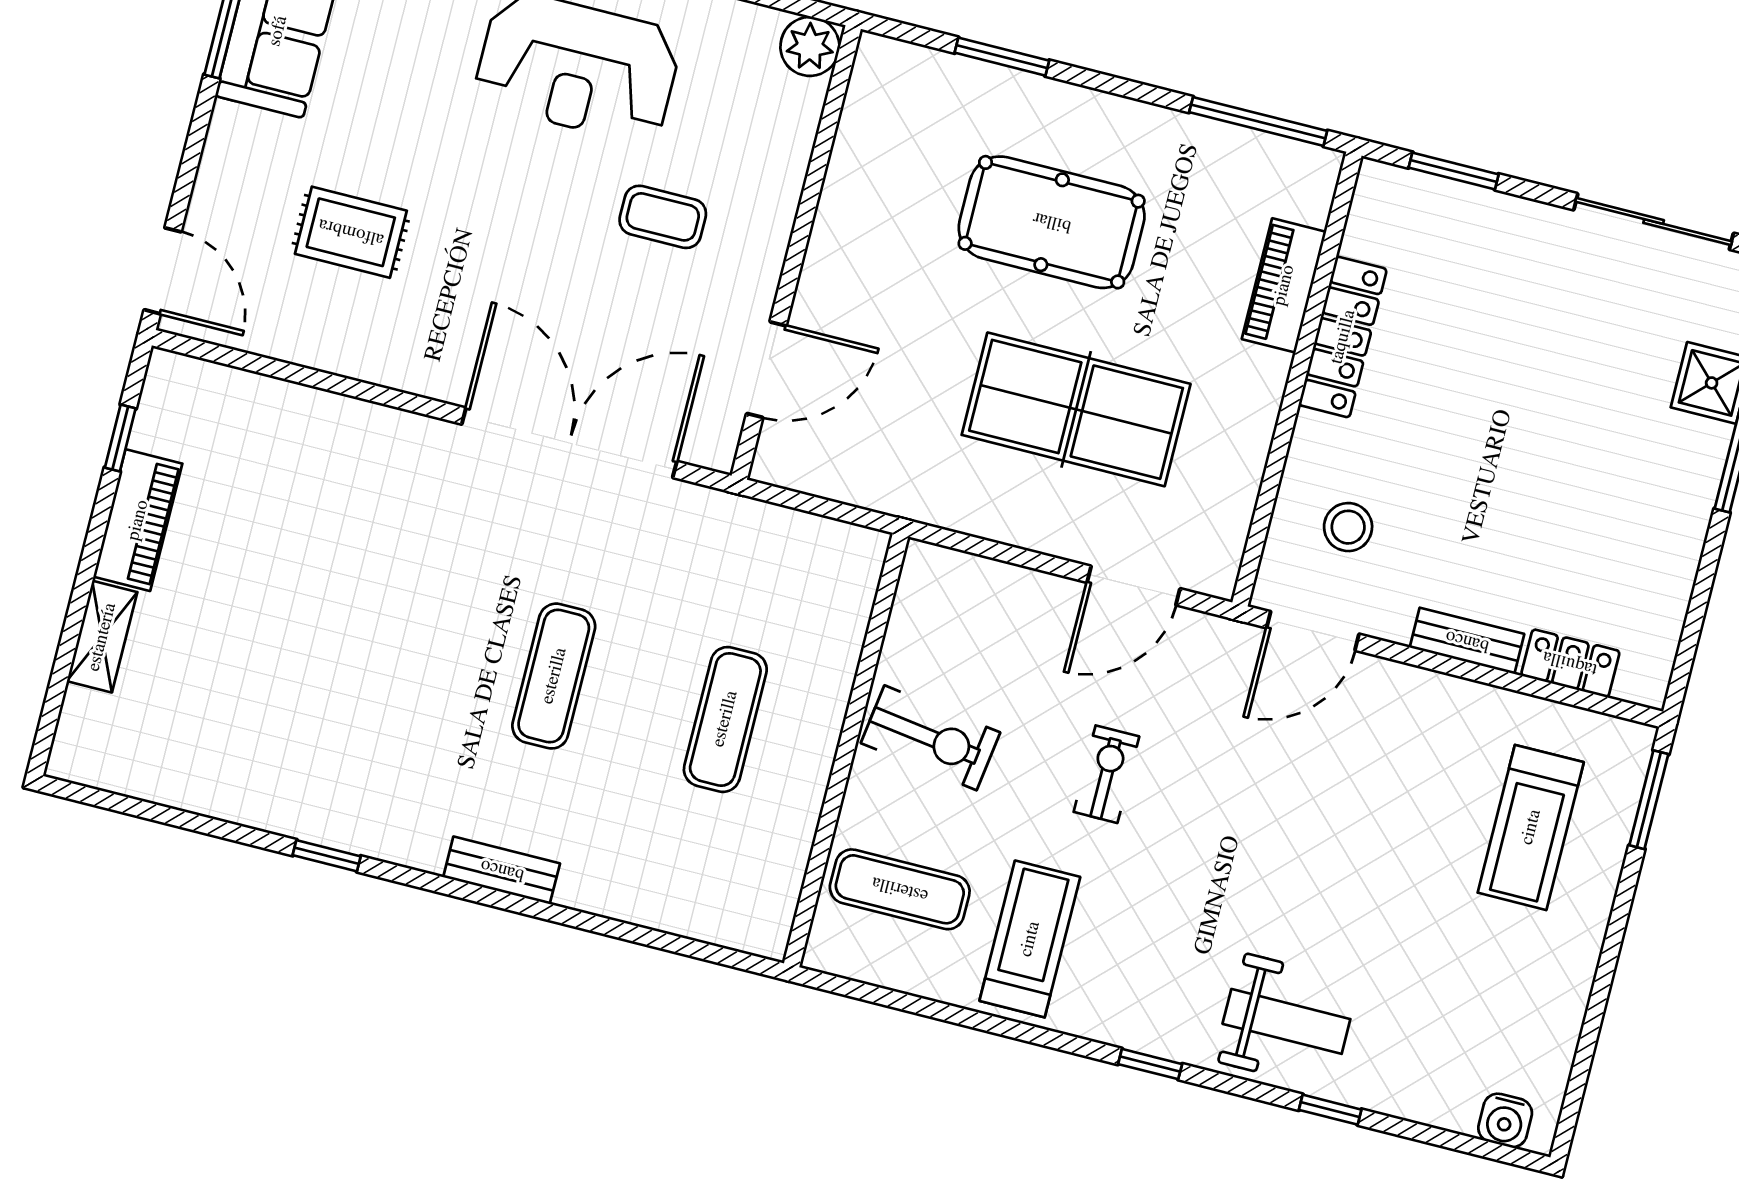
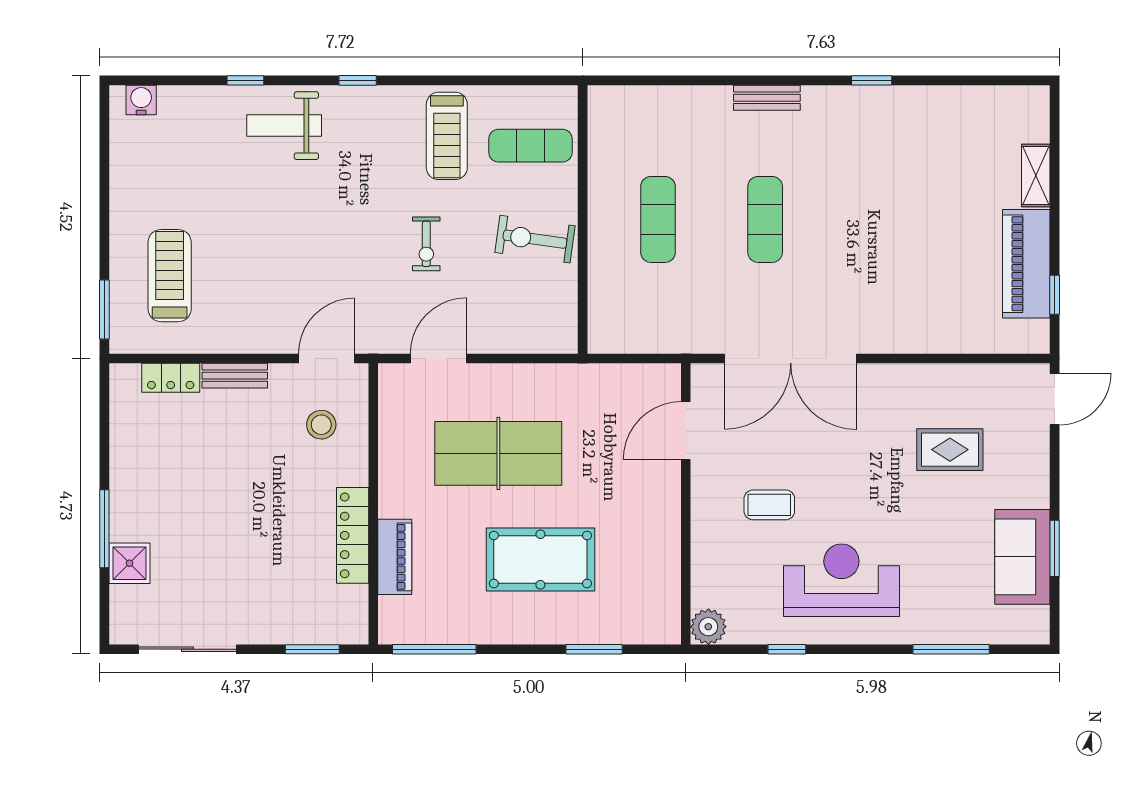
door: (163, 271) -> (1055, 399), swing flipped
piano: (138, 520) -> (1026, 264), width x1.37, depth x1.33

